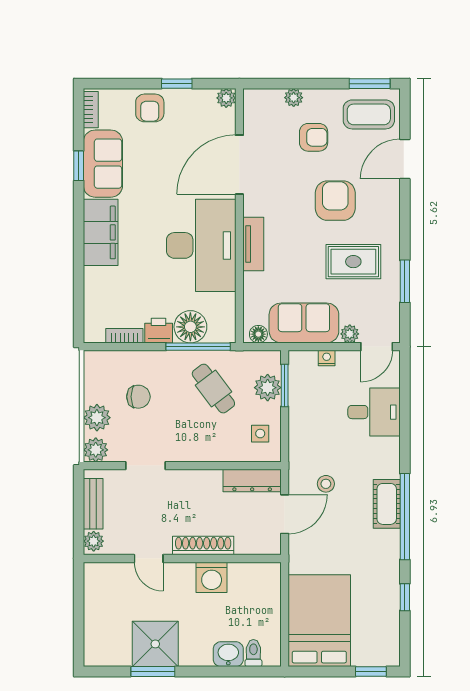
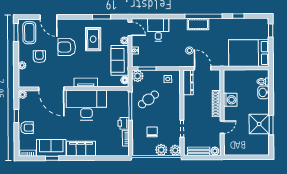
floor lamp: (190, 327) -> (122, 110), removed
plant: (268, 388) -> (138, 76), moved

